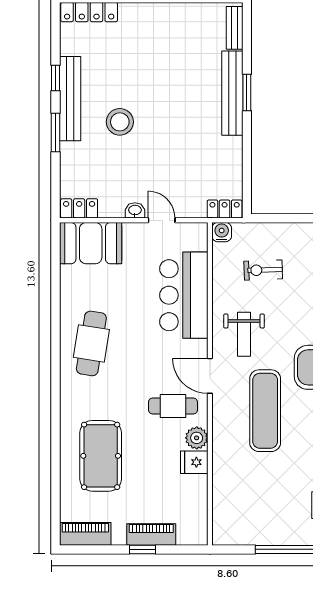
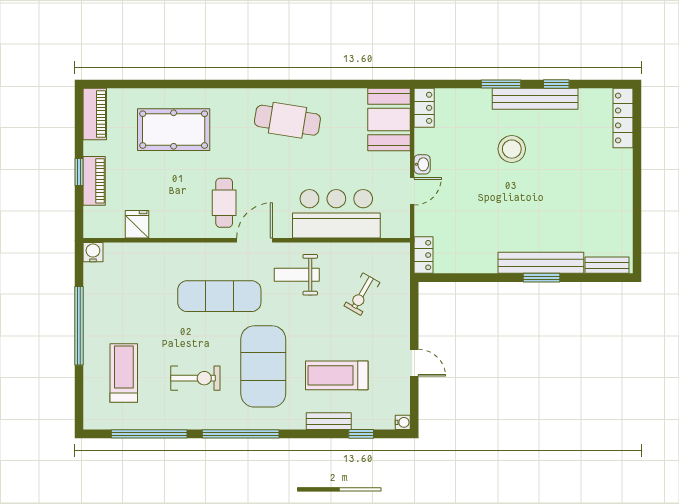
water cooler: (222, 232) -> (93, 252), moved, turned -90
exercise bike: (263, 270) -> (362, 294), turned -148
plant: (197, 438) -> (192, 227), removed
fridge: (194, 462) -> (137, 224), moved

